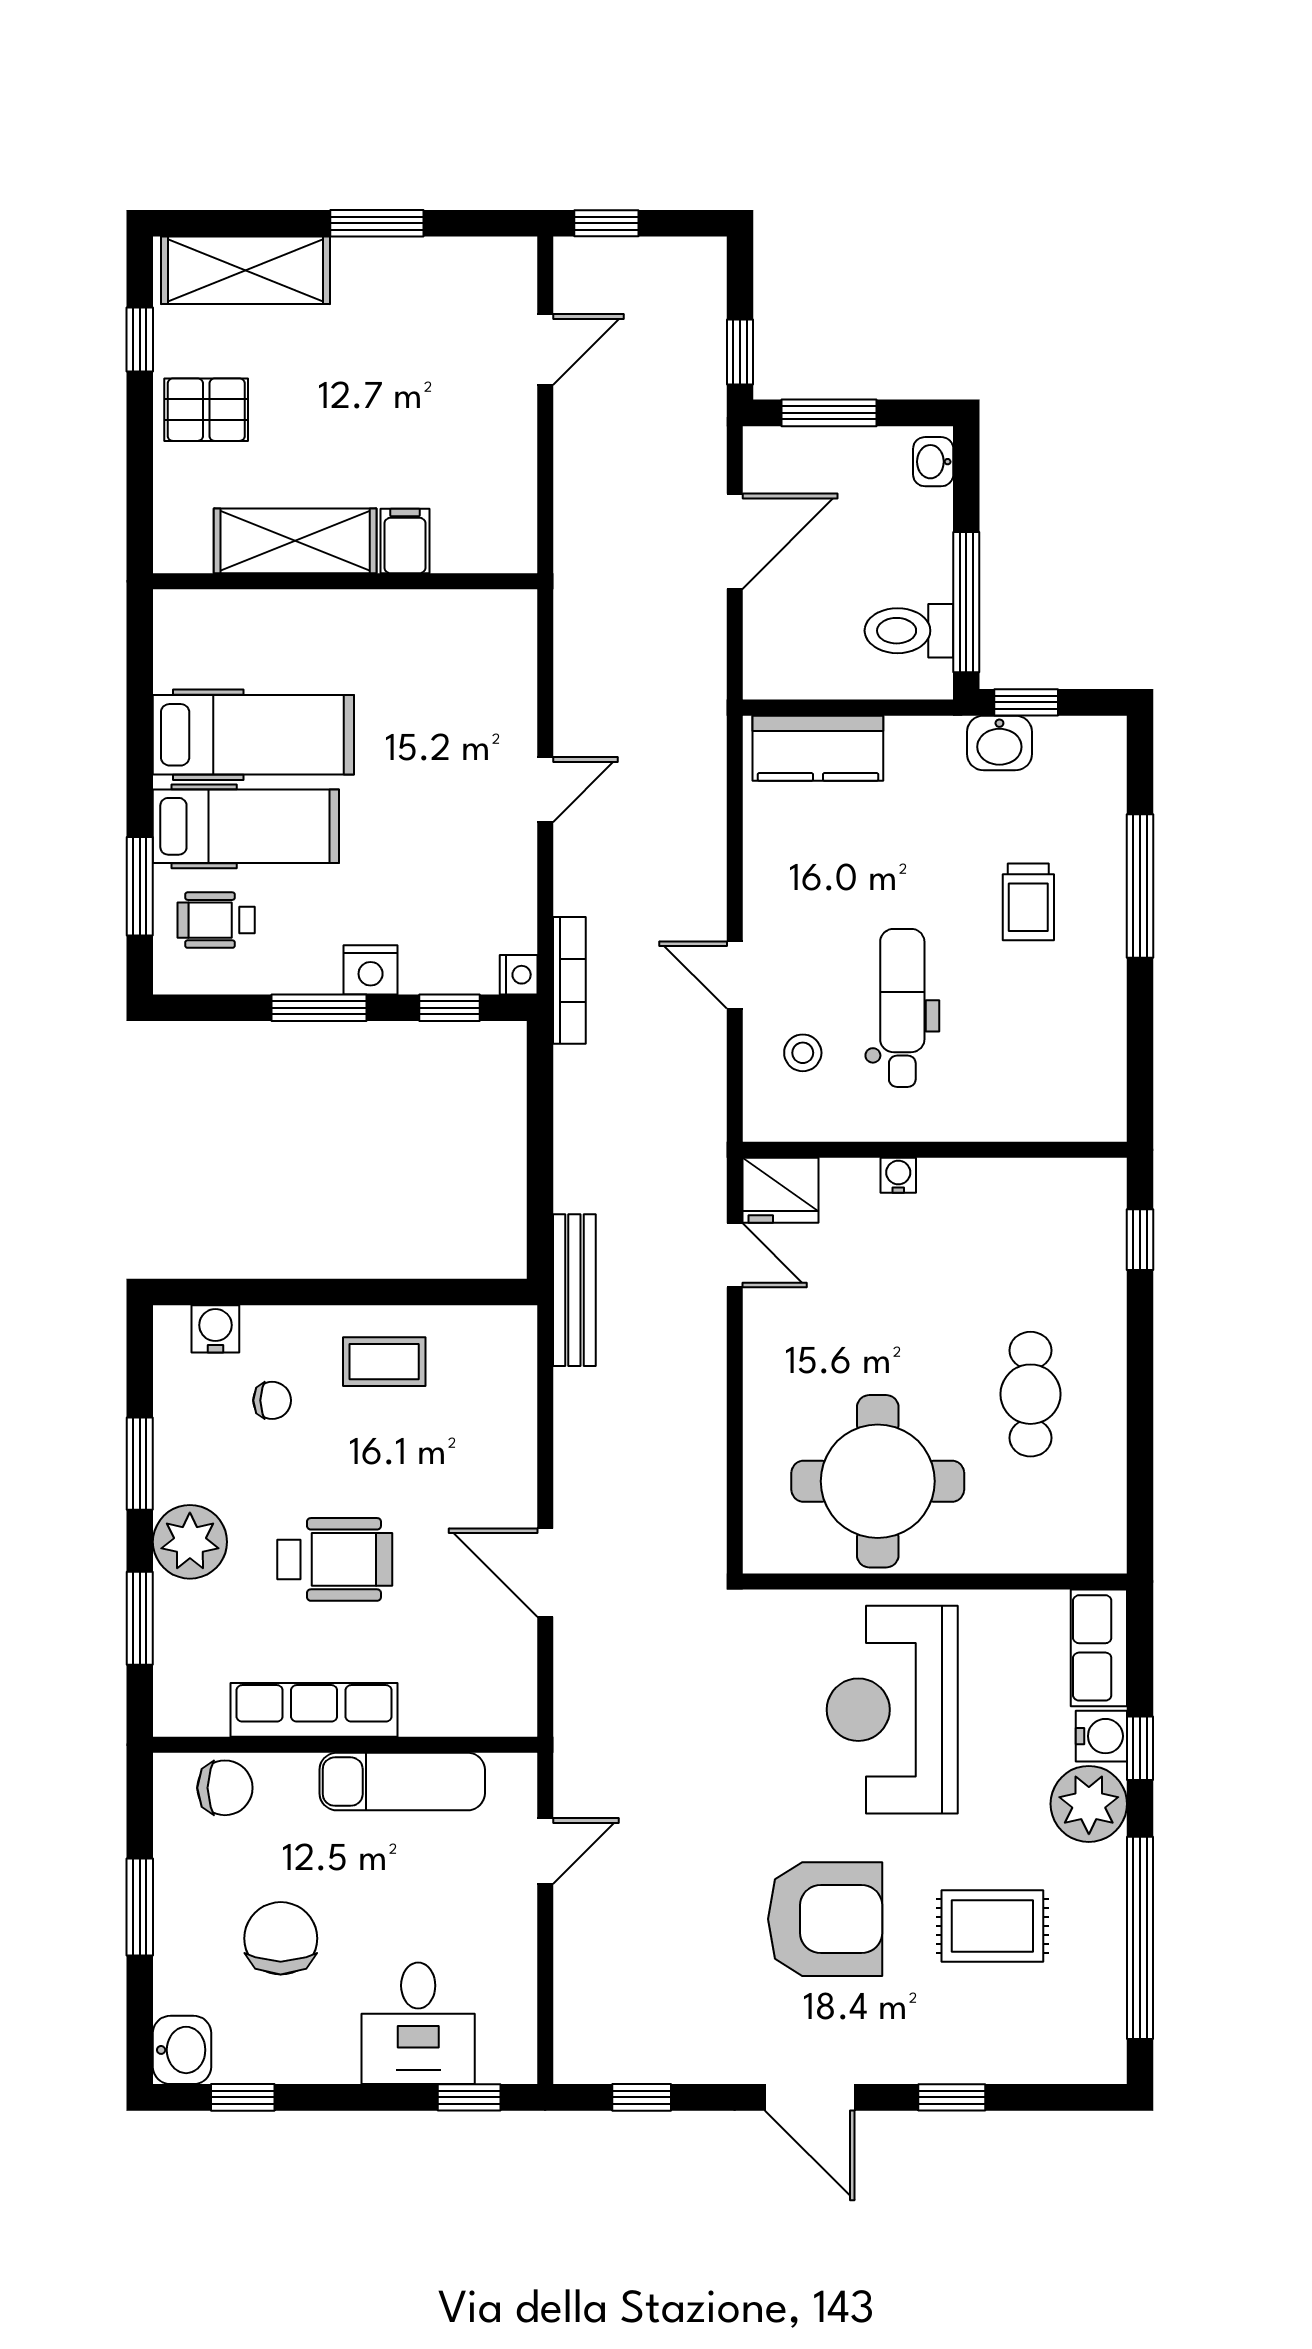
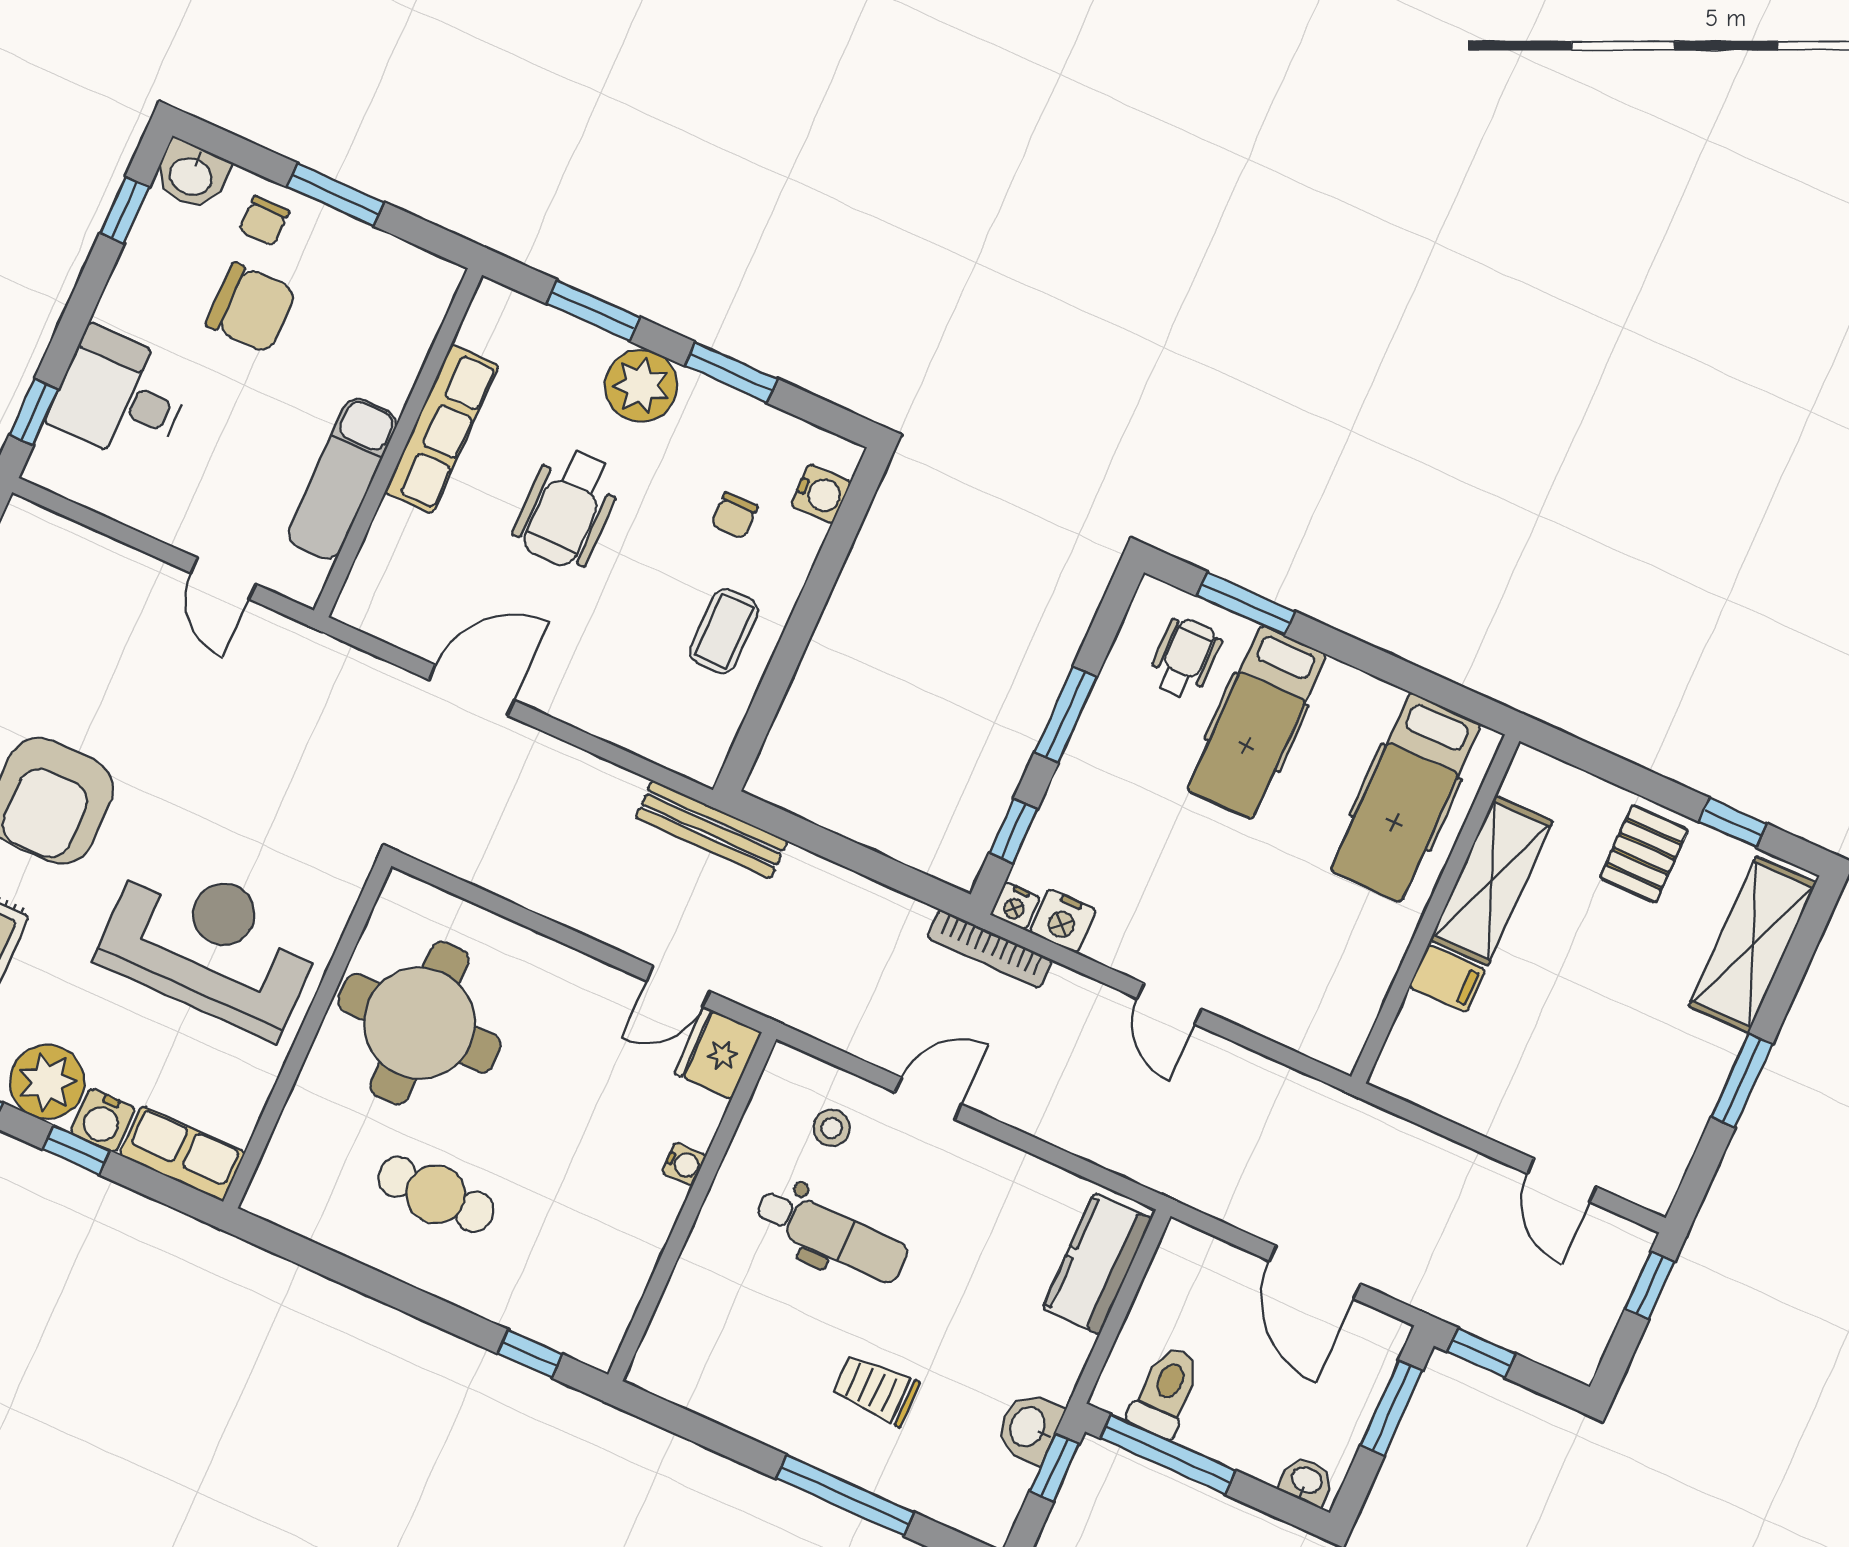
hospital bed: (253, 735) -> (1406, 797), moved
nightstand: (371, 970) -> (1063, 921), moved, turned -90
chair: (225, 1788) -> (264, 221), moved, width x0.73, depth x0.73

